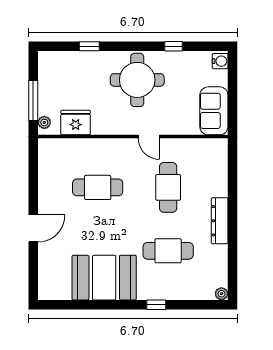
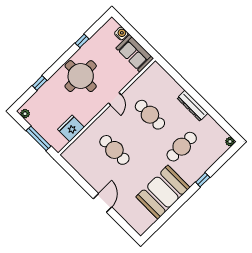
water cooler: (220, 61) -> (121, 33), moved
plant: (44, 122) -> (25, 114), moved
door: (149, 137) -> (115, 99), hinge flipped
cafe table: (98, 187) -> (114, 150), turned 90

